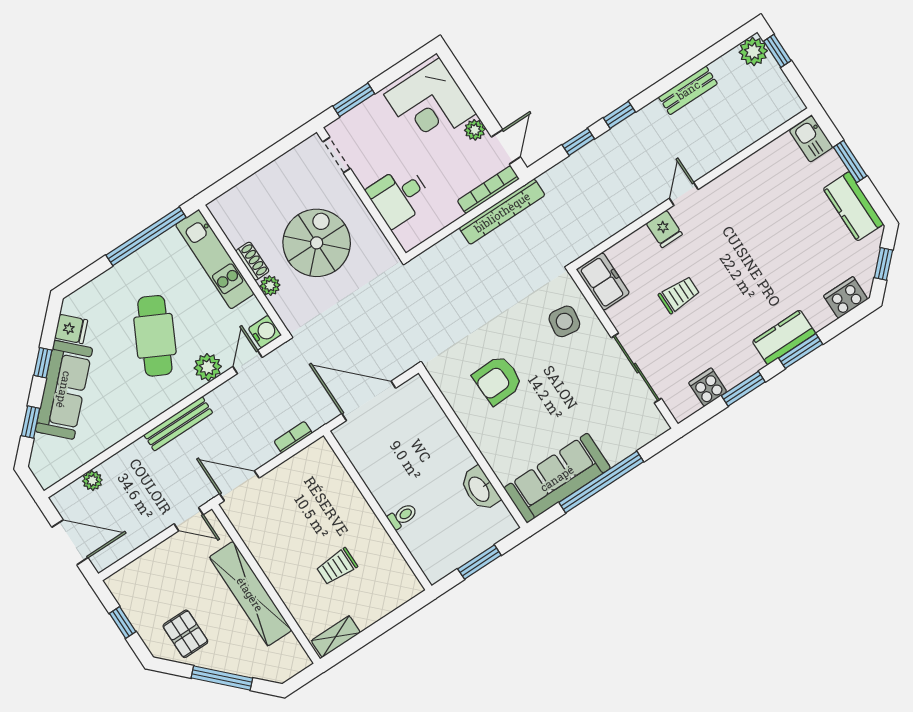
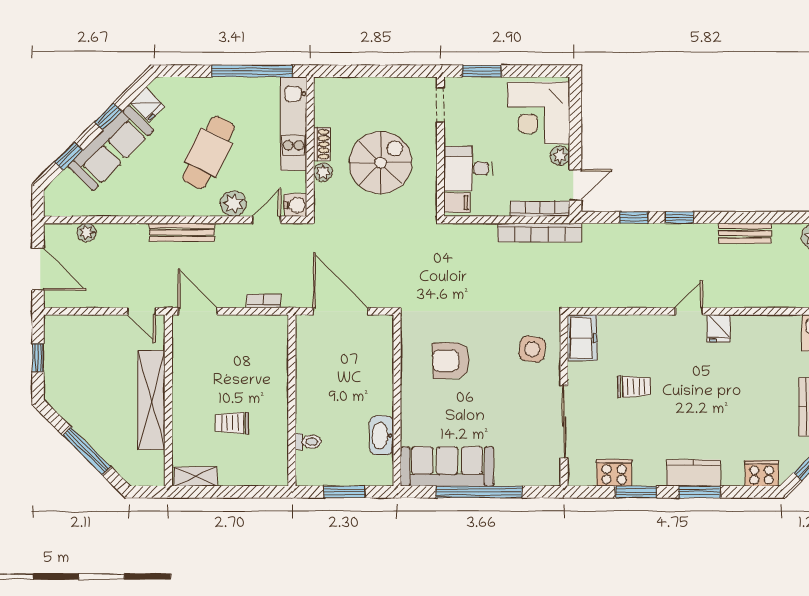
fridge: (664, 229) -> (719, 328), moved
filing cabinet: (409, 233) -> (457, 203), added
cooker: (708, 387) -> (614, 473), width x1.36
toilet: (402, 516) -> (308, 442), moved
pallet: (185, 634) -> (81, 398), removed

